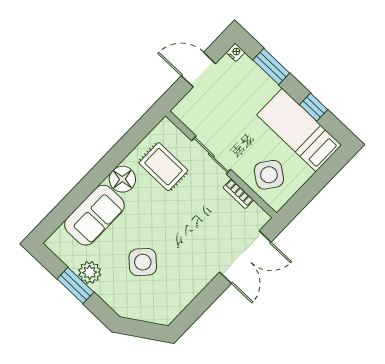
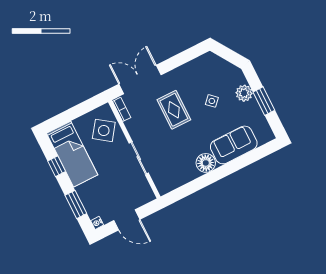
rug: (163, 167) -> (174, 110), moved
bookcase: (238, 194) -> (122, 109), moved
side table: (143, 262) -> (212, 101), width x0.54, depth x0.54
plant: (90, 272) -> (244, 93), moved

